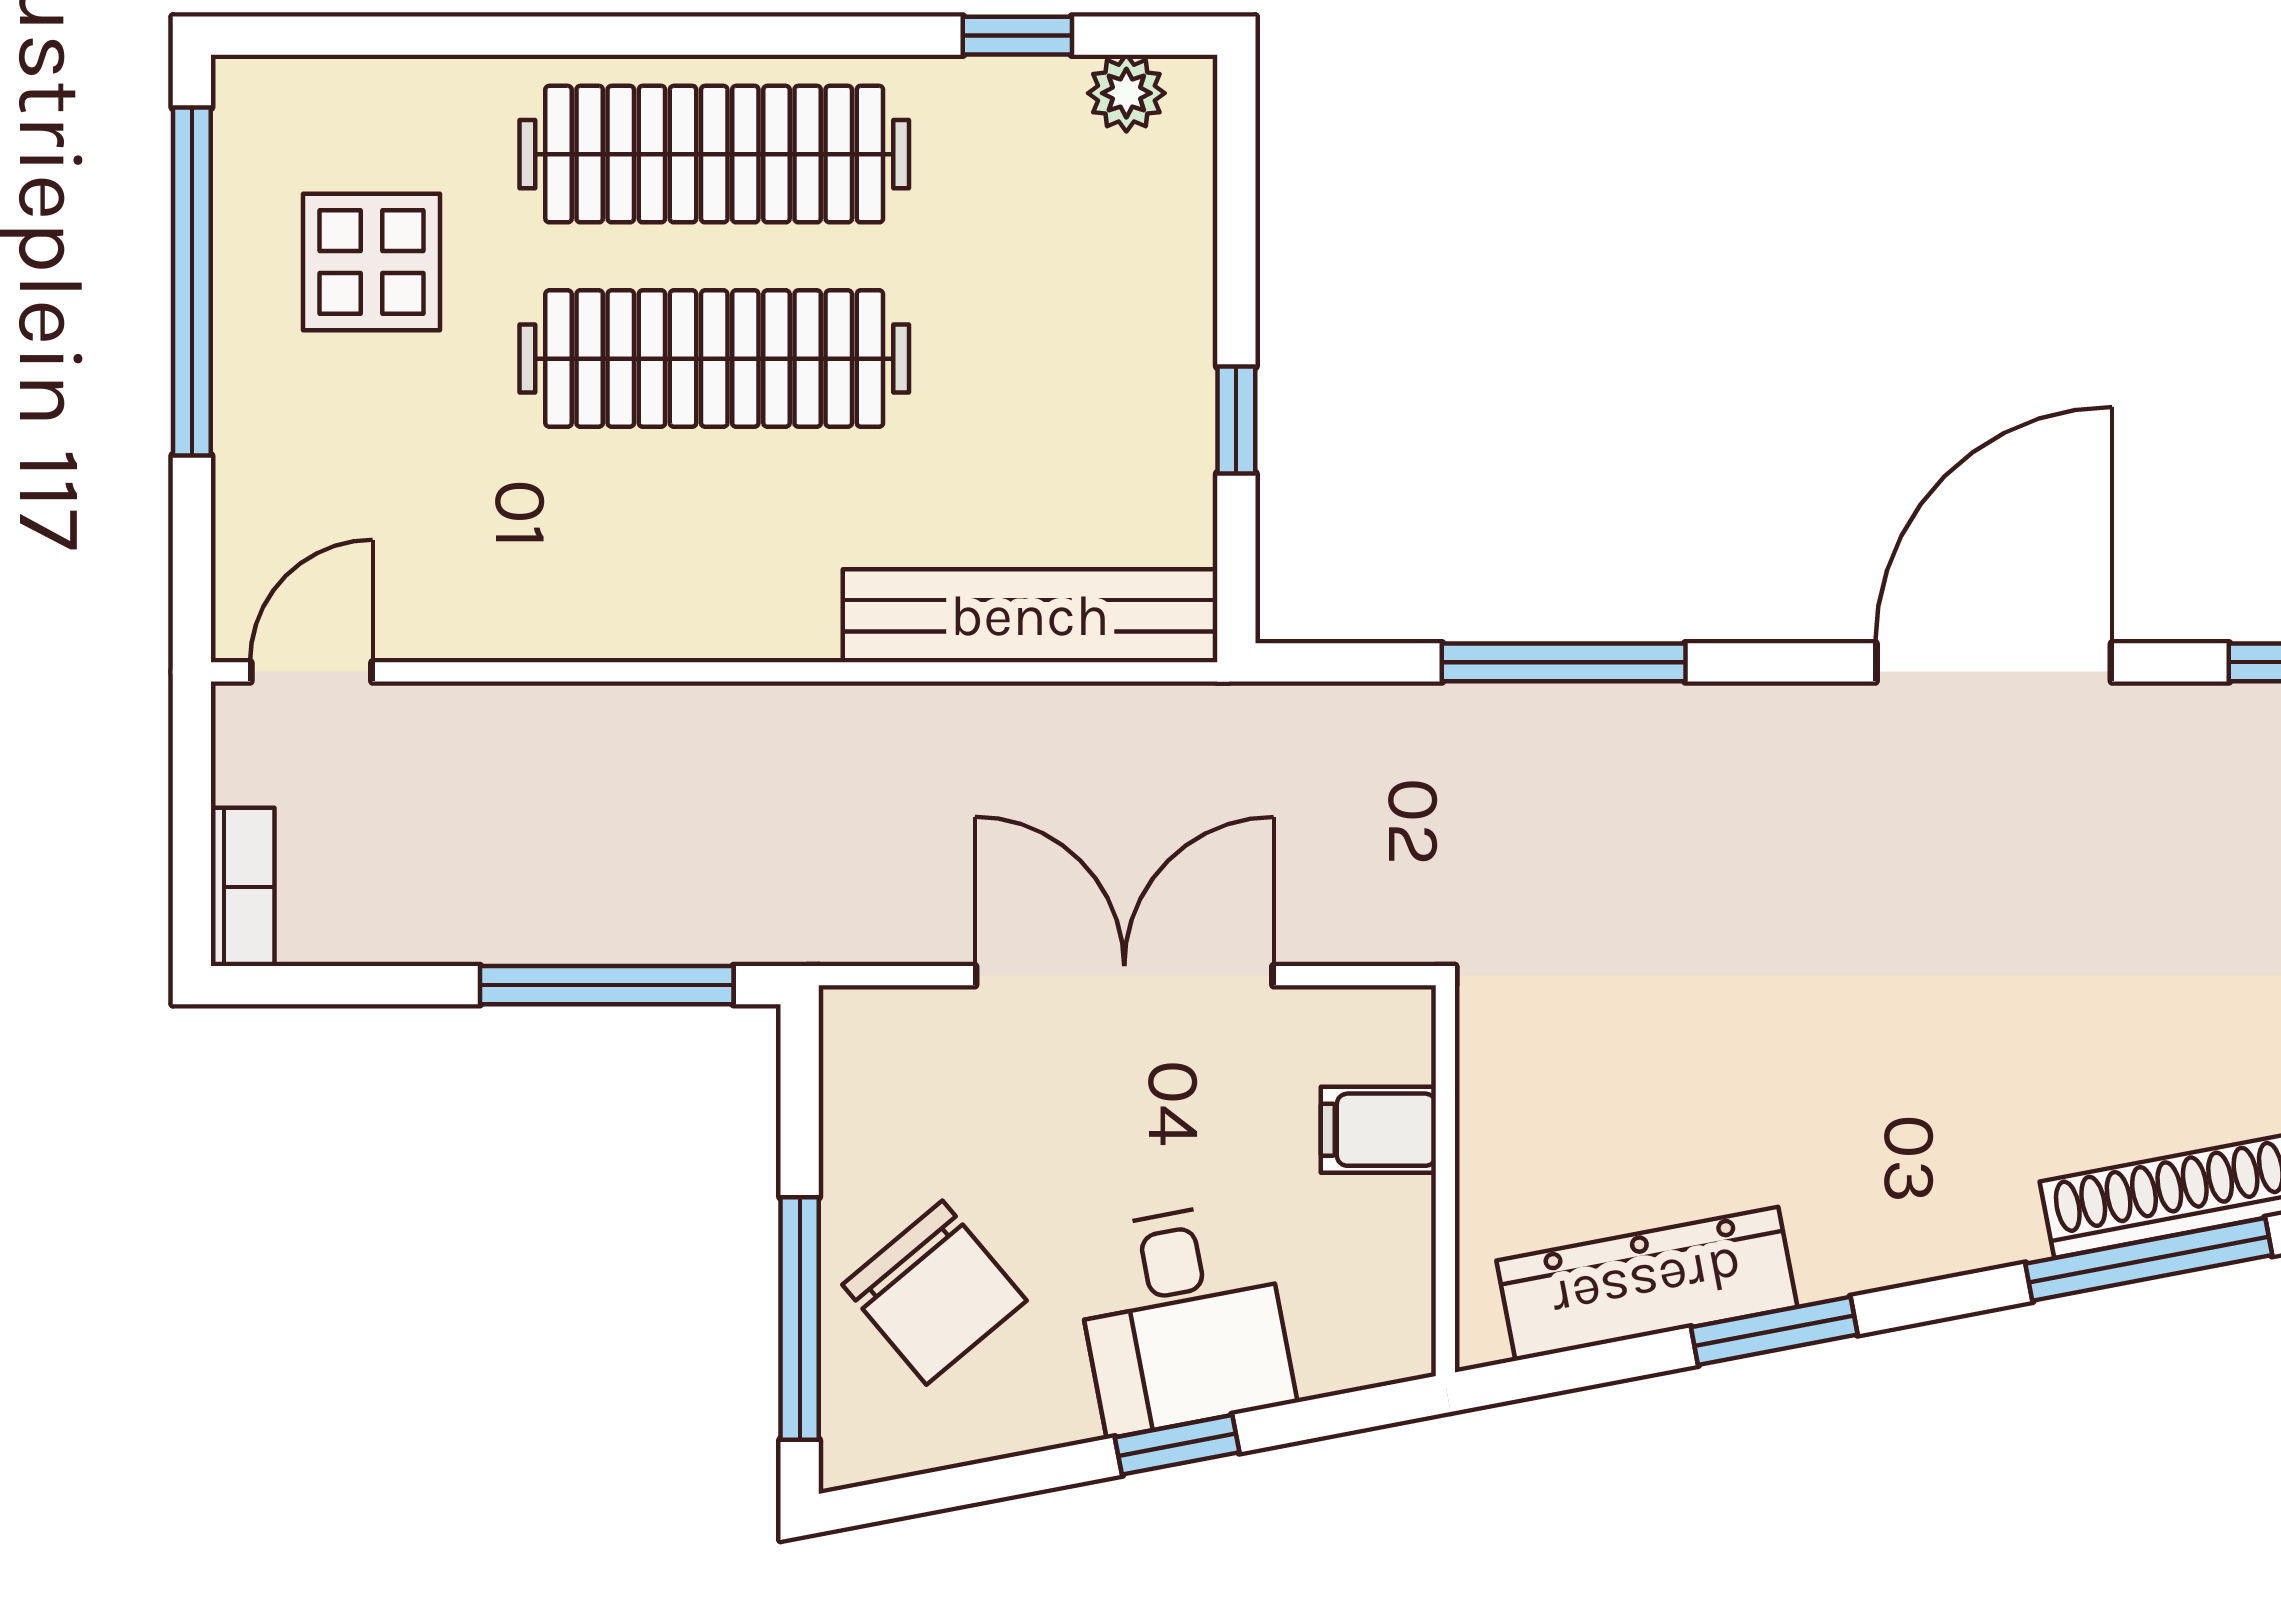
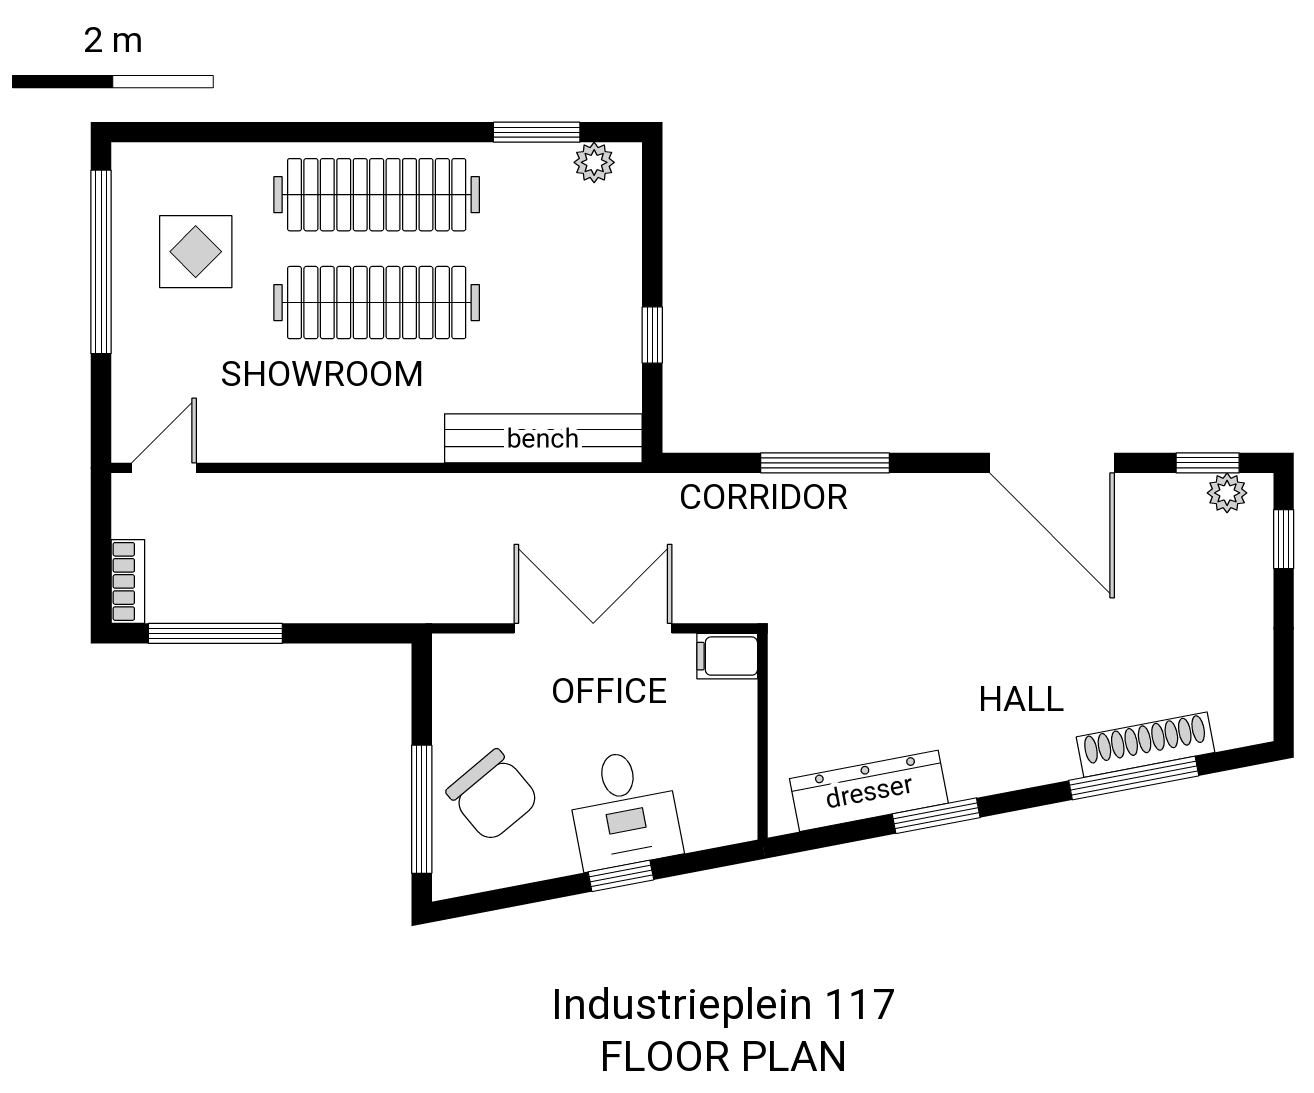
window: (1017, 36) -> (537, 132), width x1.50
door: (1994, 662) -> (1052, 463), swing flipped
window: (607, 985) -> (215, 633), moved
filing cabinet: (1378, 1130) -> (727, 656), moved

